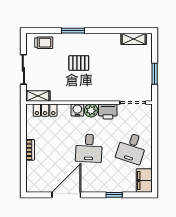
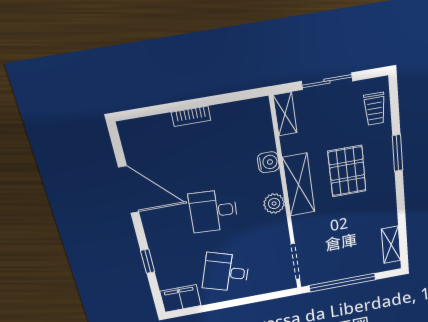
pallet: (79, 63) -> (347, 171), width x1.50, depth x1.42
window: (155, 74) -> (342, 283), width x2.11
shelving: (82, 94) -> (299, 185), added
locker: (45, 110) -> (263, 130), removed
water cooler: (77, 110) -> (268, 162), moved
printer: (108, 111) -> (276, 228), removed

